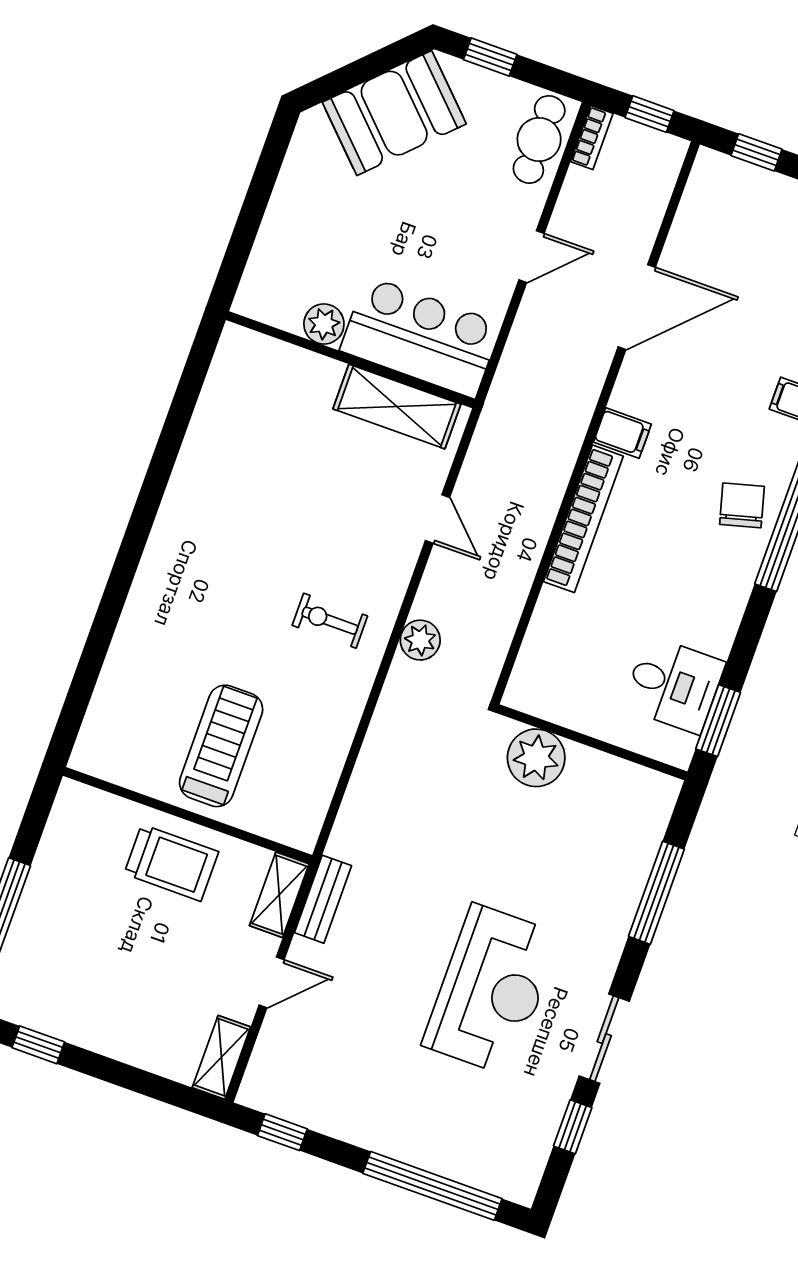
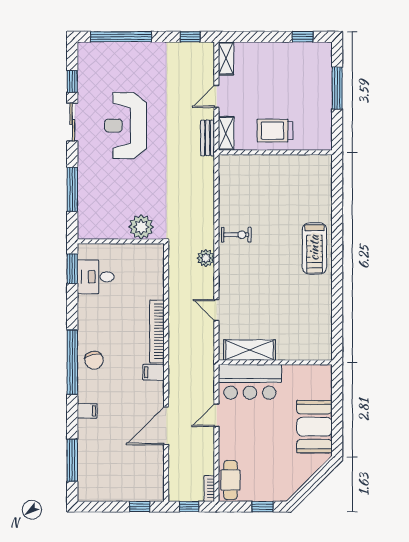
booth: (394, 113) -> (314, 427), moved, turned -45
door: (531, 257) -> (216, 415), moved
plant: (324, 324) -> (291, 373), removed
exercise bike: (330, 621) -> (236, 235), moved
treadmill: (221, 746) -> (314, 248), moved

